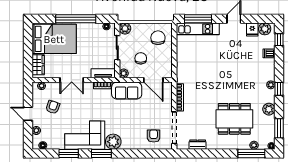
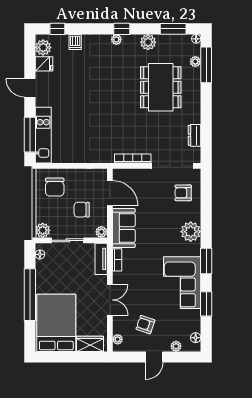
chair: (158, 38) -> (55, 187), turned -90
door: (153, 80) -> (110, 193), hinge flipped
plant: (113, 142) -> (191, 232), moved

